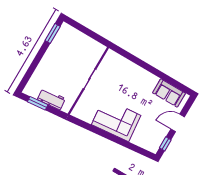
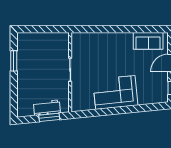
window: (53, 33) -> (14, 61), moved
window: (38, 103) -> (49, 117), moved

